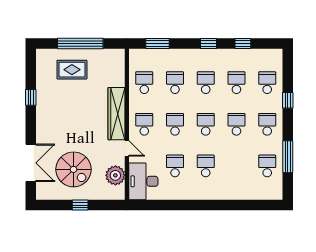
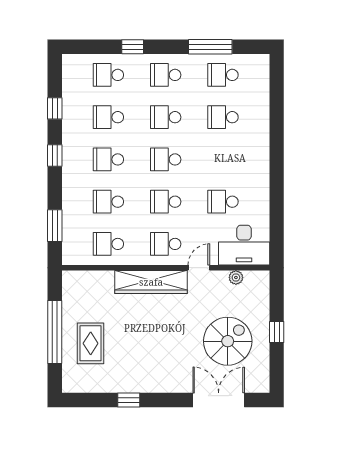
school desk: (206, 166) -> (223, 117), moved
plant: (115, 175) -> (236, 277), width x0.53, depth x0.53

